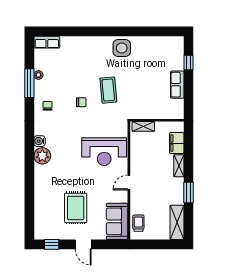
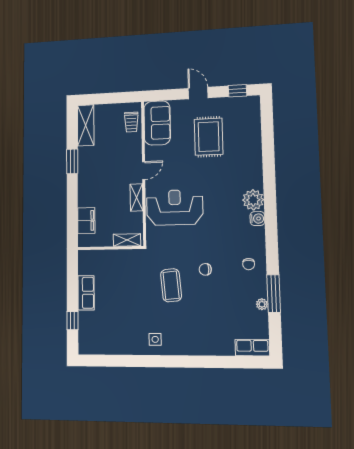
side table: (122, 48) -> (155, 339), width x0.54, depth x0.54
shelving: (179, 166) -> (136, 197), moved

